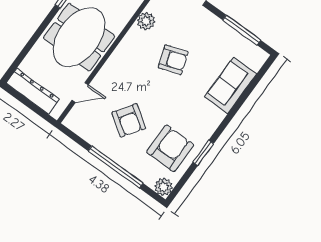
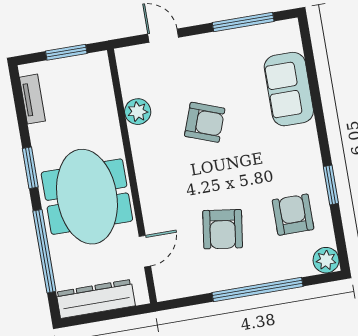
window: (31, 43) -> (44, 251), added
armchair: (173, 60) -> (205, 122), turned 39
armchair: (129, 120) -> (223, 229), turned 64
armchair: (170, 148) -> (293, 215), width x0.73, depth x0.73

